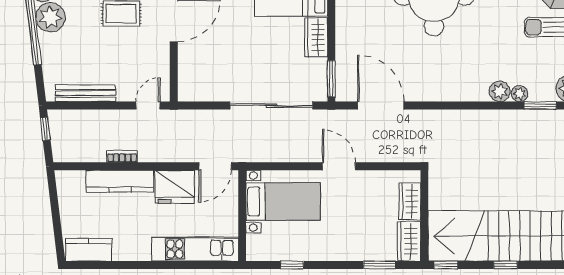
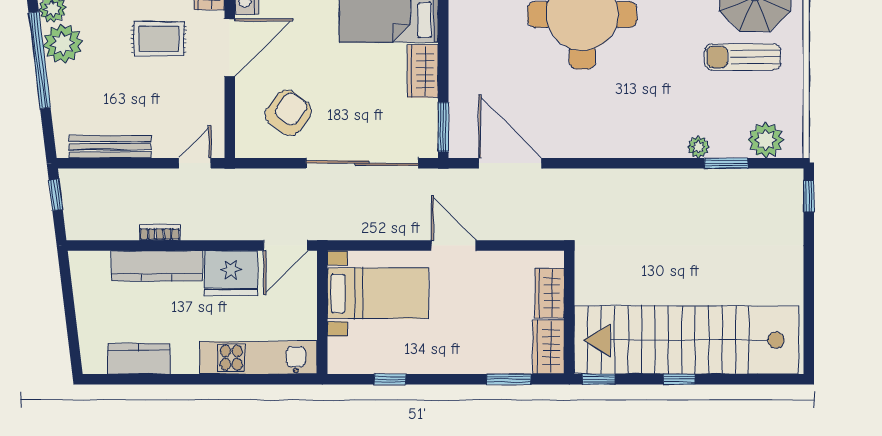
armchair: (217, 68) -> (288, 113), added
plant: (500, 91) -> (671, 144), removed
kitchen counter: (89, 250) -> (139, 359), moved

